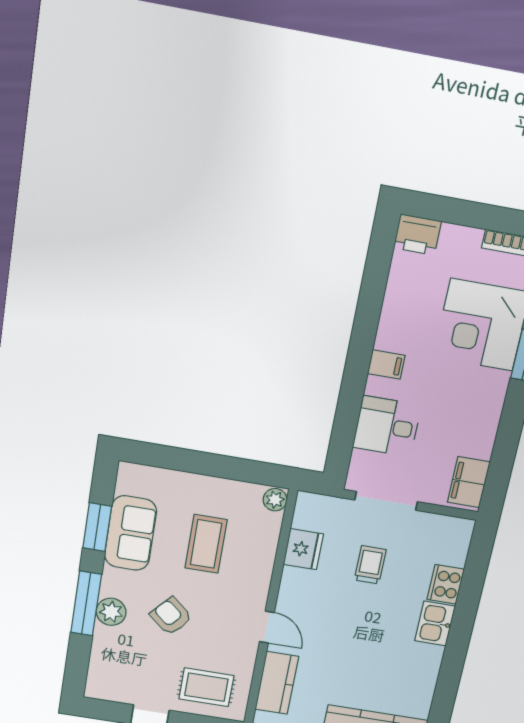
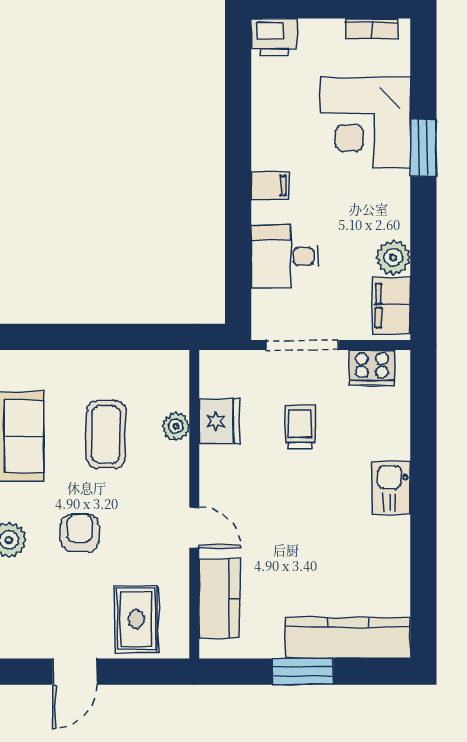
plant: (479, 443) -> (393, 257), added
plant: (275, 500) -> (176, 426), moved
cooker: (446, 584) -> (372, 367), moved, turned -90
armchair: (171, 616) -> (80, 533), turned 49
rug: (206, 687) -> (136, 619), turned 90

